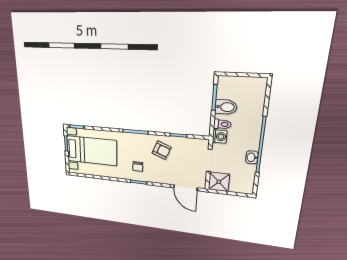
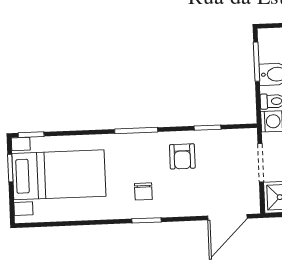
armchair: (162, 150) -> (182, 156), turned 68
door: (185, 188) -> (227, 217), hinge flipped

